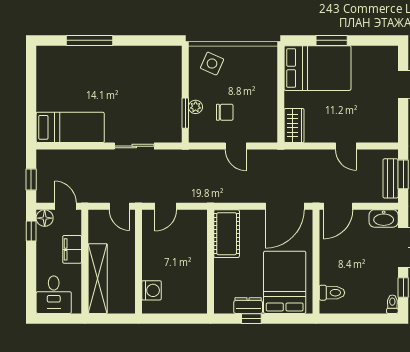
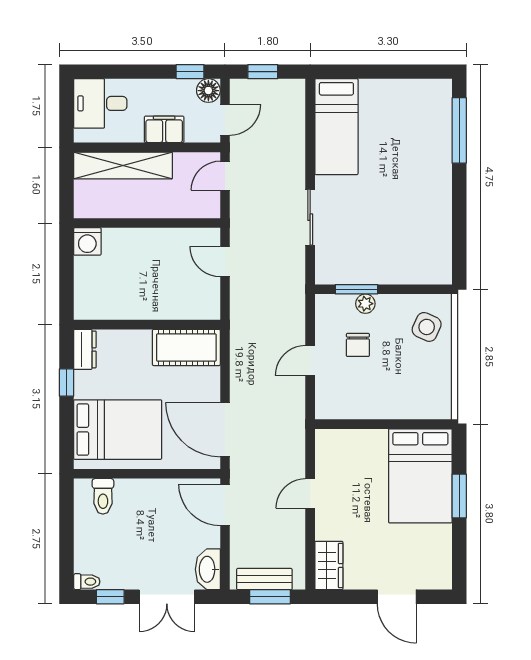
window: (89, 40) -> (459, 130), moved
wardrobe: (294, 126) -> (329, 566), moved, turned -90
door: (346, 146) -> (310, 493), moved
door: (119, 206) -> (225, 176), moved
washing machine: (151, 290) -> (87, 241), moved
dresser: (248, 306) -> (85, 349), moved

